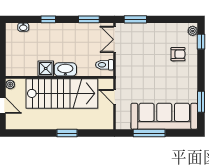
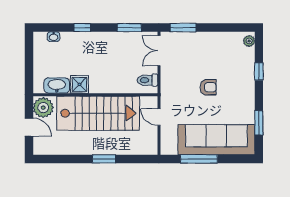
window: (201, 42) -> (259, 71), moved
armchair: (178, 54) -> (208, 87), moved
washbasin: (65, 69) -> (57, 86), moved
plant: (10, 84) -> (43, 108), width x1.87, depth x1.87

